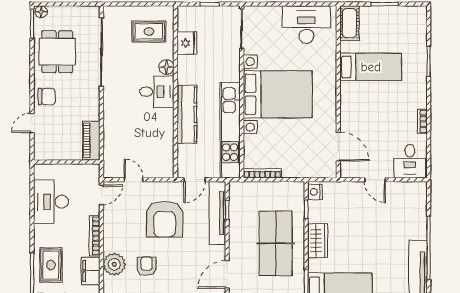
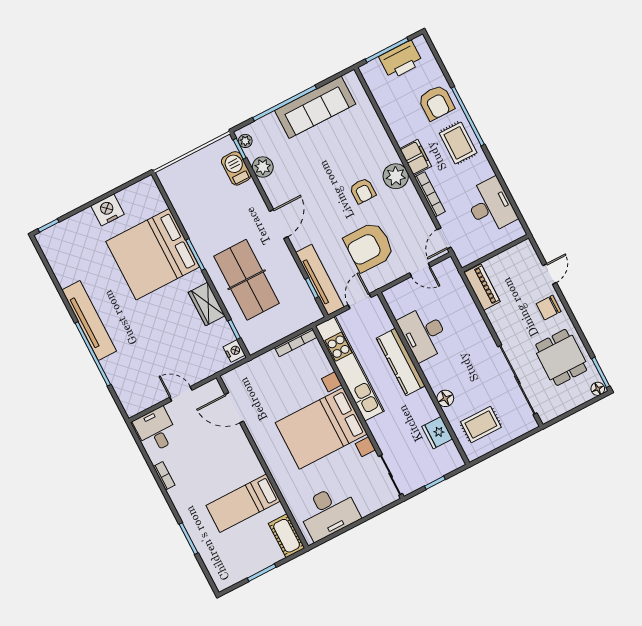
desk: (157, 92) -> (424, 333), moved, width x1.37
armchair: (165, 219) -> (369, 247), turned -90

